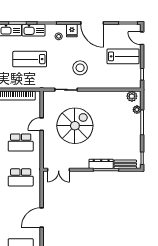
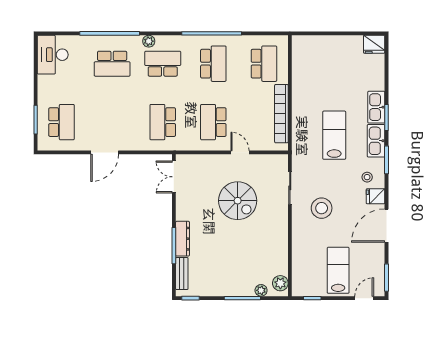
lab bench: (123, 56) -> (338, 270), turned 180
spiral stairs: (75, 126) -> (238, 201), width x0.73, depth x0.73
door: (42, 218) -> (105, 152), swing flipped

